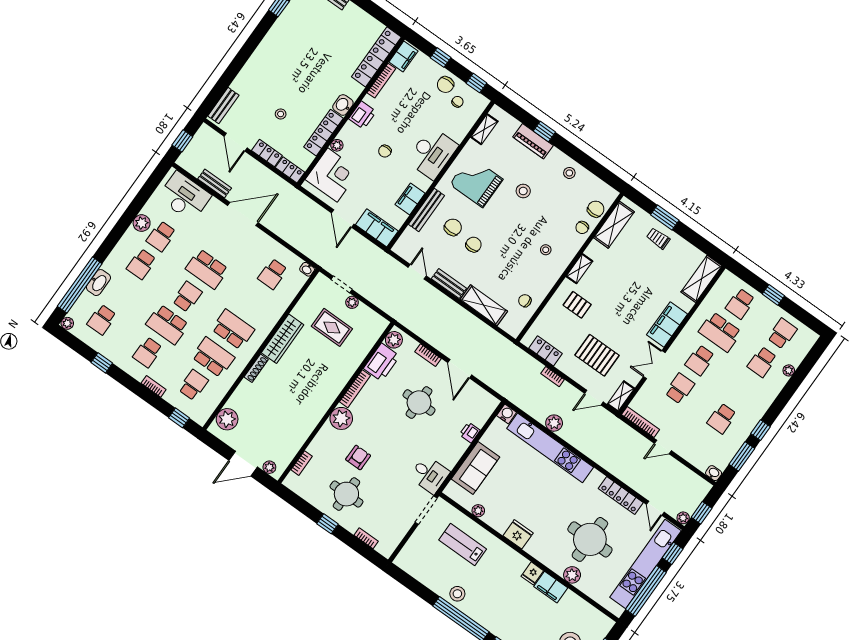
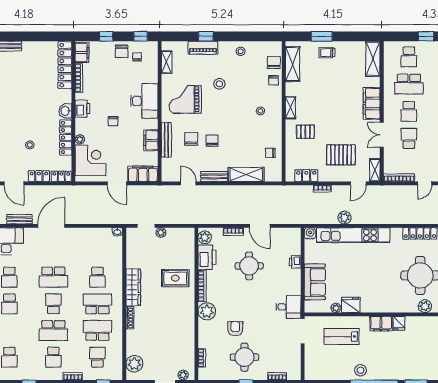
school desk: (273, 274) -> (97, 277), moved
rug: (332, 327) -> (175, 278), moved
fridge: (518, 534) -> (351, 305), moved
filing cabinet: (551, 587) -> (381, 324), moved

